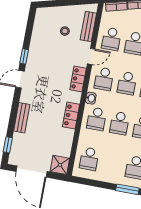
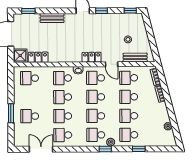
window: (31, 22) -> (130, 11), added
locker: (71, 116) -> (38, 57), moved

